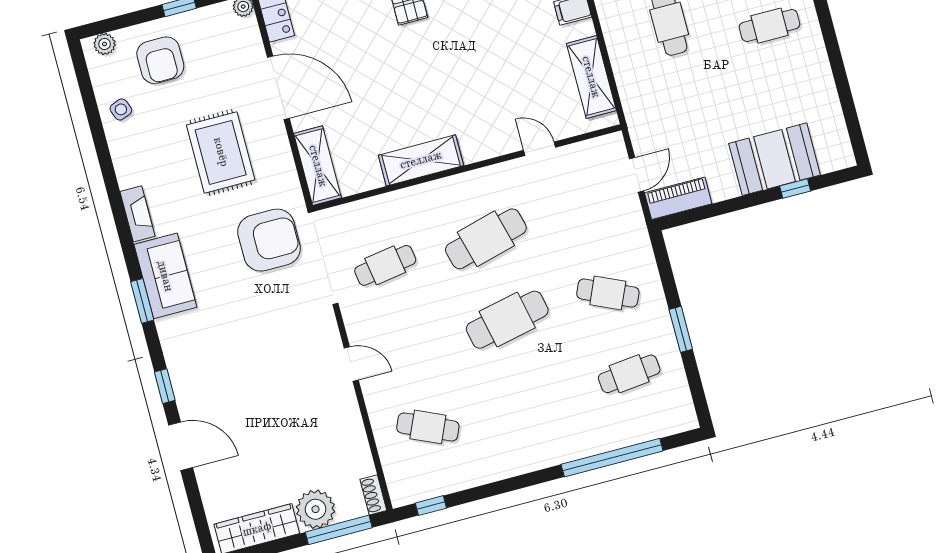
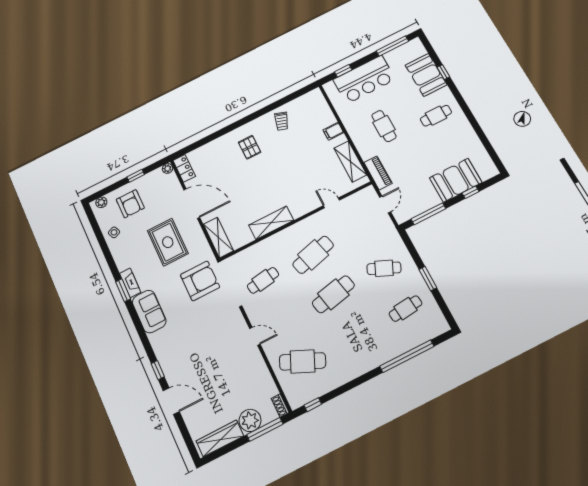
piano: (678, 198) -> (378, 173), moved, turned 90
window: (710, 211) -> (428, 214), added
window: (142, 301) -> (123, 290), moved
cafe table: (428, 427) -> (303, 361), width x1.37, depth x1.35

